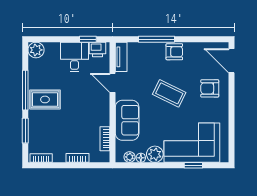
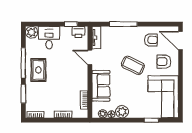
armchair: (174, 52) -> (151, 40), moved
desk: (74, 57) -> (49, 38), moved
rug: (45, 99) -> (38, 70), turned 90
corner sofa: (192, 143) -> (163, 97), moved, turned -90

